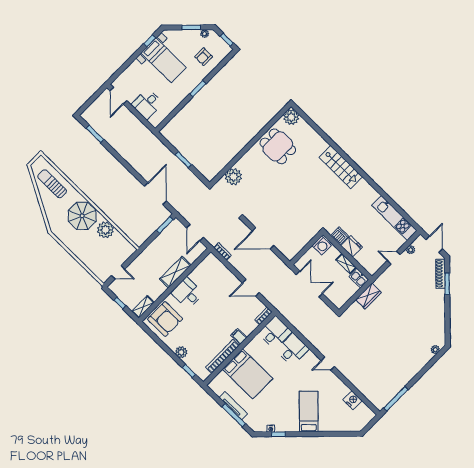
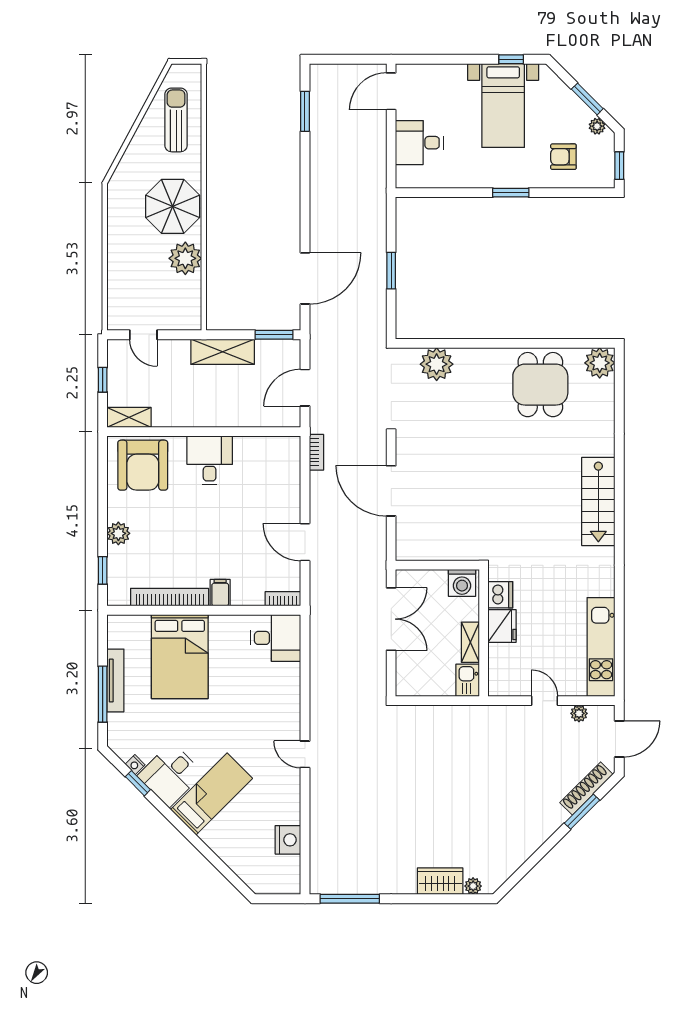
shelving: (175, 272) -> (223, 352), moved
wardrobe: (368, 296) -> (440, 881), moved, turned 180
desk: (293, 350) -> (170, 775), moved, turned 135

